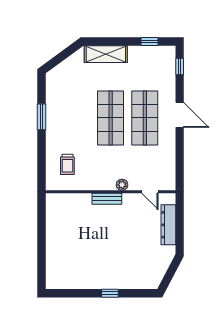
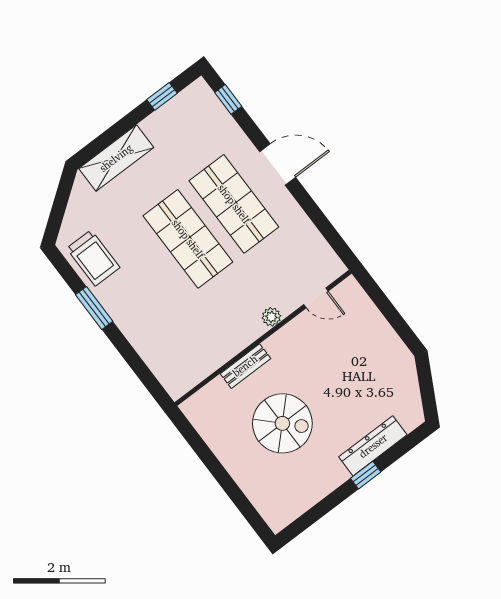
trolley: (67, 164) -> (93, 258), moved, width x1.36, depth x1.39
bench: (107, 199) -> (245, 366), moved
dresser: (168, 225) -> (373, 446), moved, turned 90
spiral stairs: (89, 239) -> (282, 423), added

